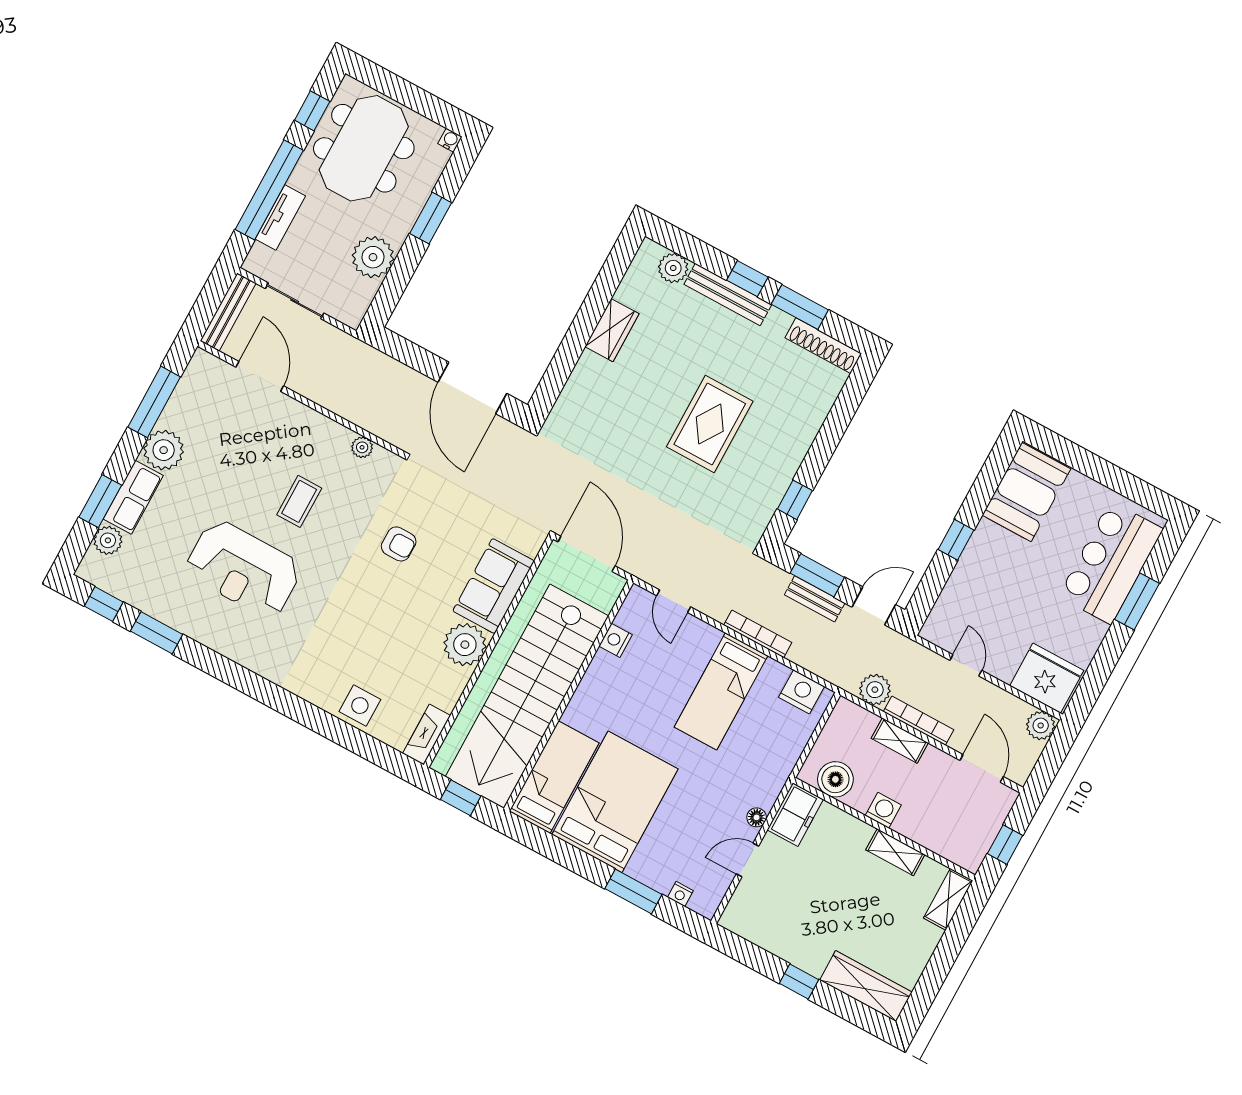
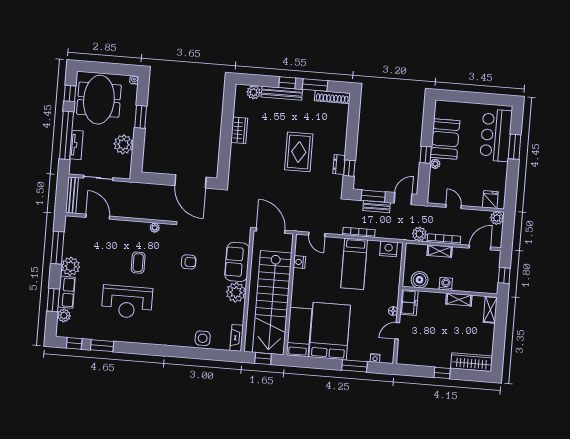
dresser: (778, 484) -> (339, 164), added
booth: (1026, 492) -> (445, 139), moved
plant: (967, 566) -> (435, 164), added
fridge: (1047, 678) -> (490, 200), width x0.53, depth x0.75
door: (982, 768) -> (480, 247), hinge flipped

